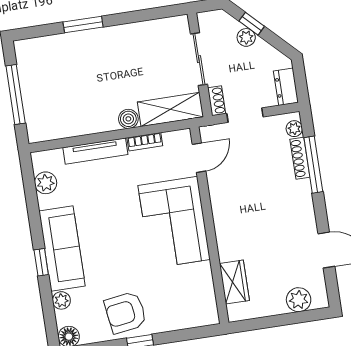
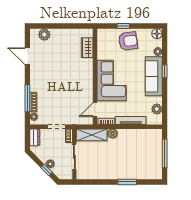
door: (199, 158) -> (95, 110), moved
corner sofa: (174, 222) -> (112, 81), moved
wall: (209, 225) -> (95, 77), moved
wardrobe: (234, 282) -> (87, 48), moved

